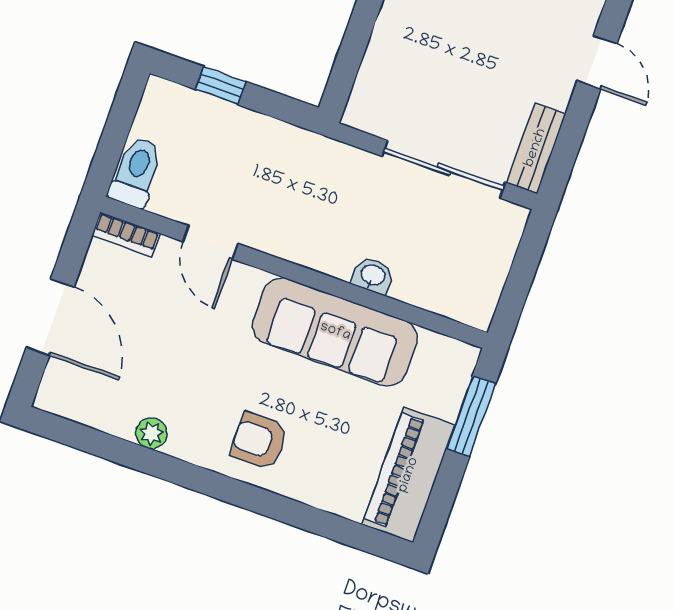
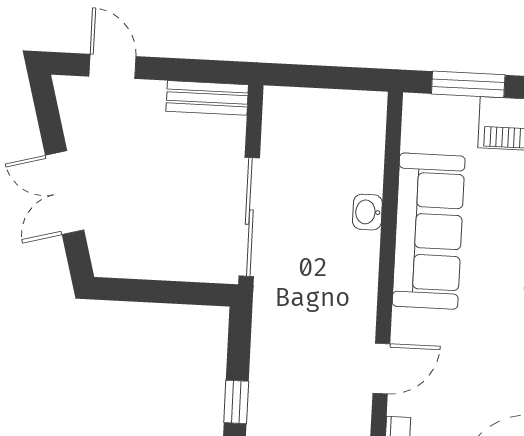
door: (597, 62) -> (112, 66), hinge flipped
sliding door: (444, 169) -> (249, 217), moved

